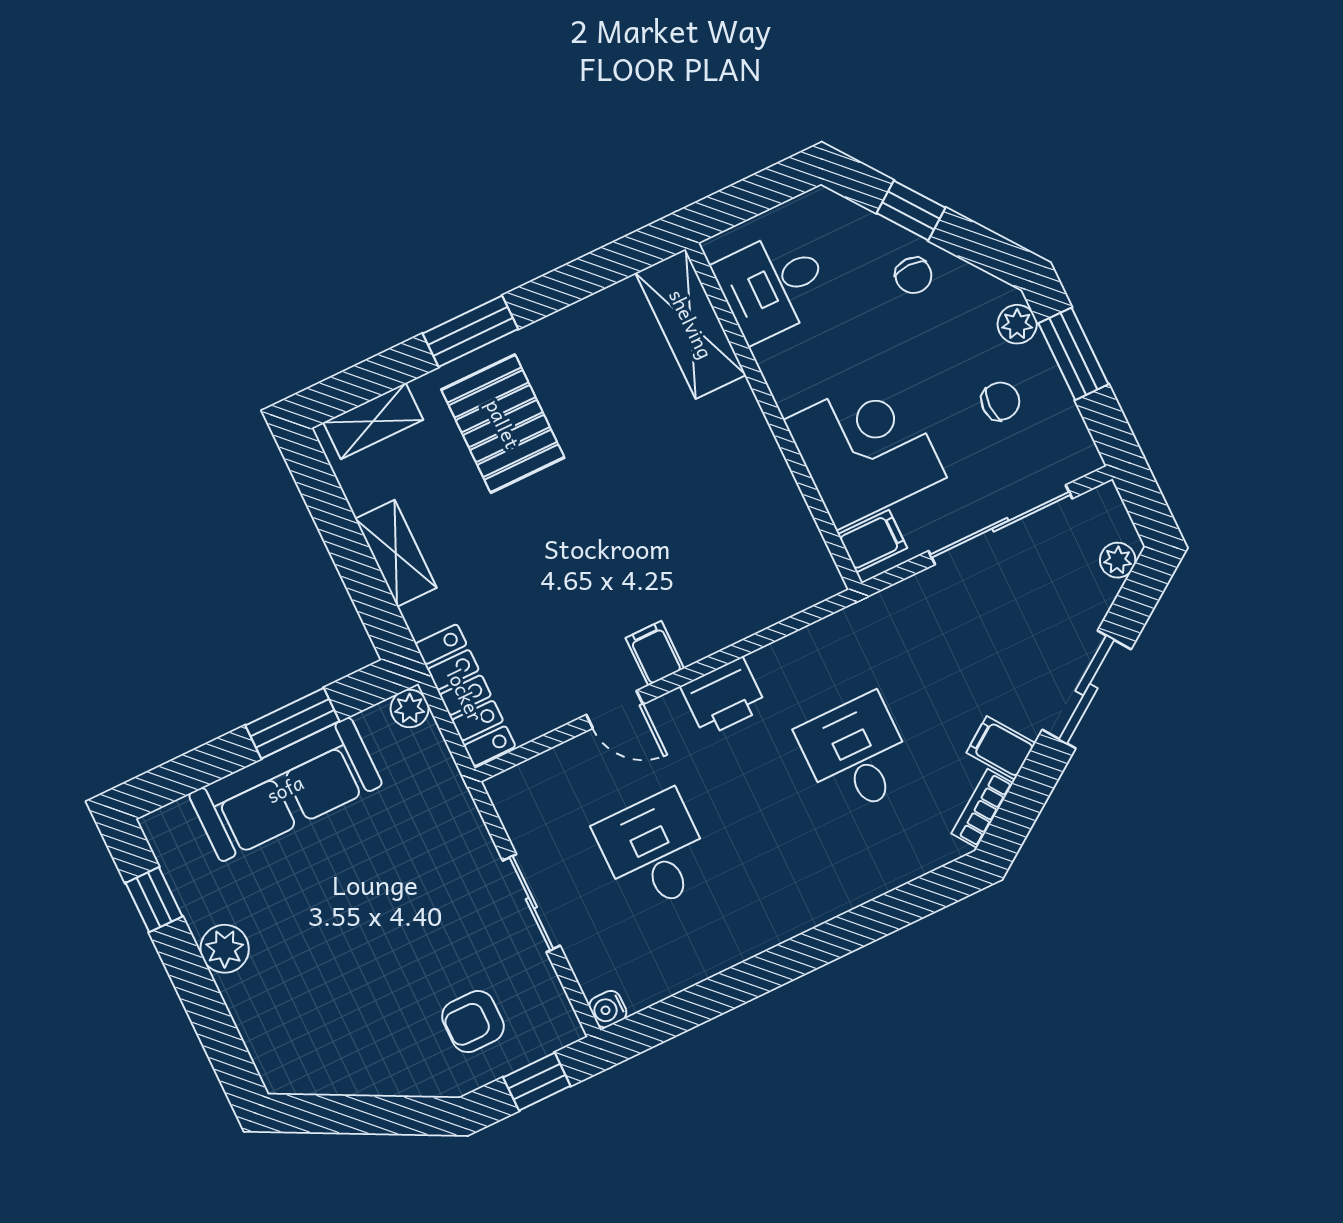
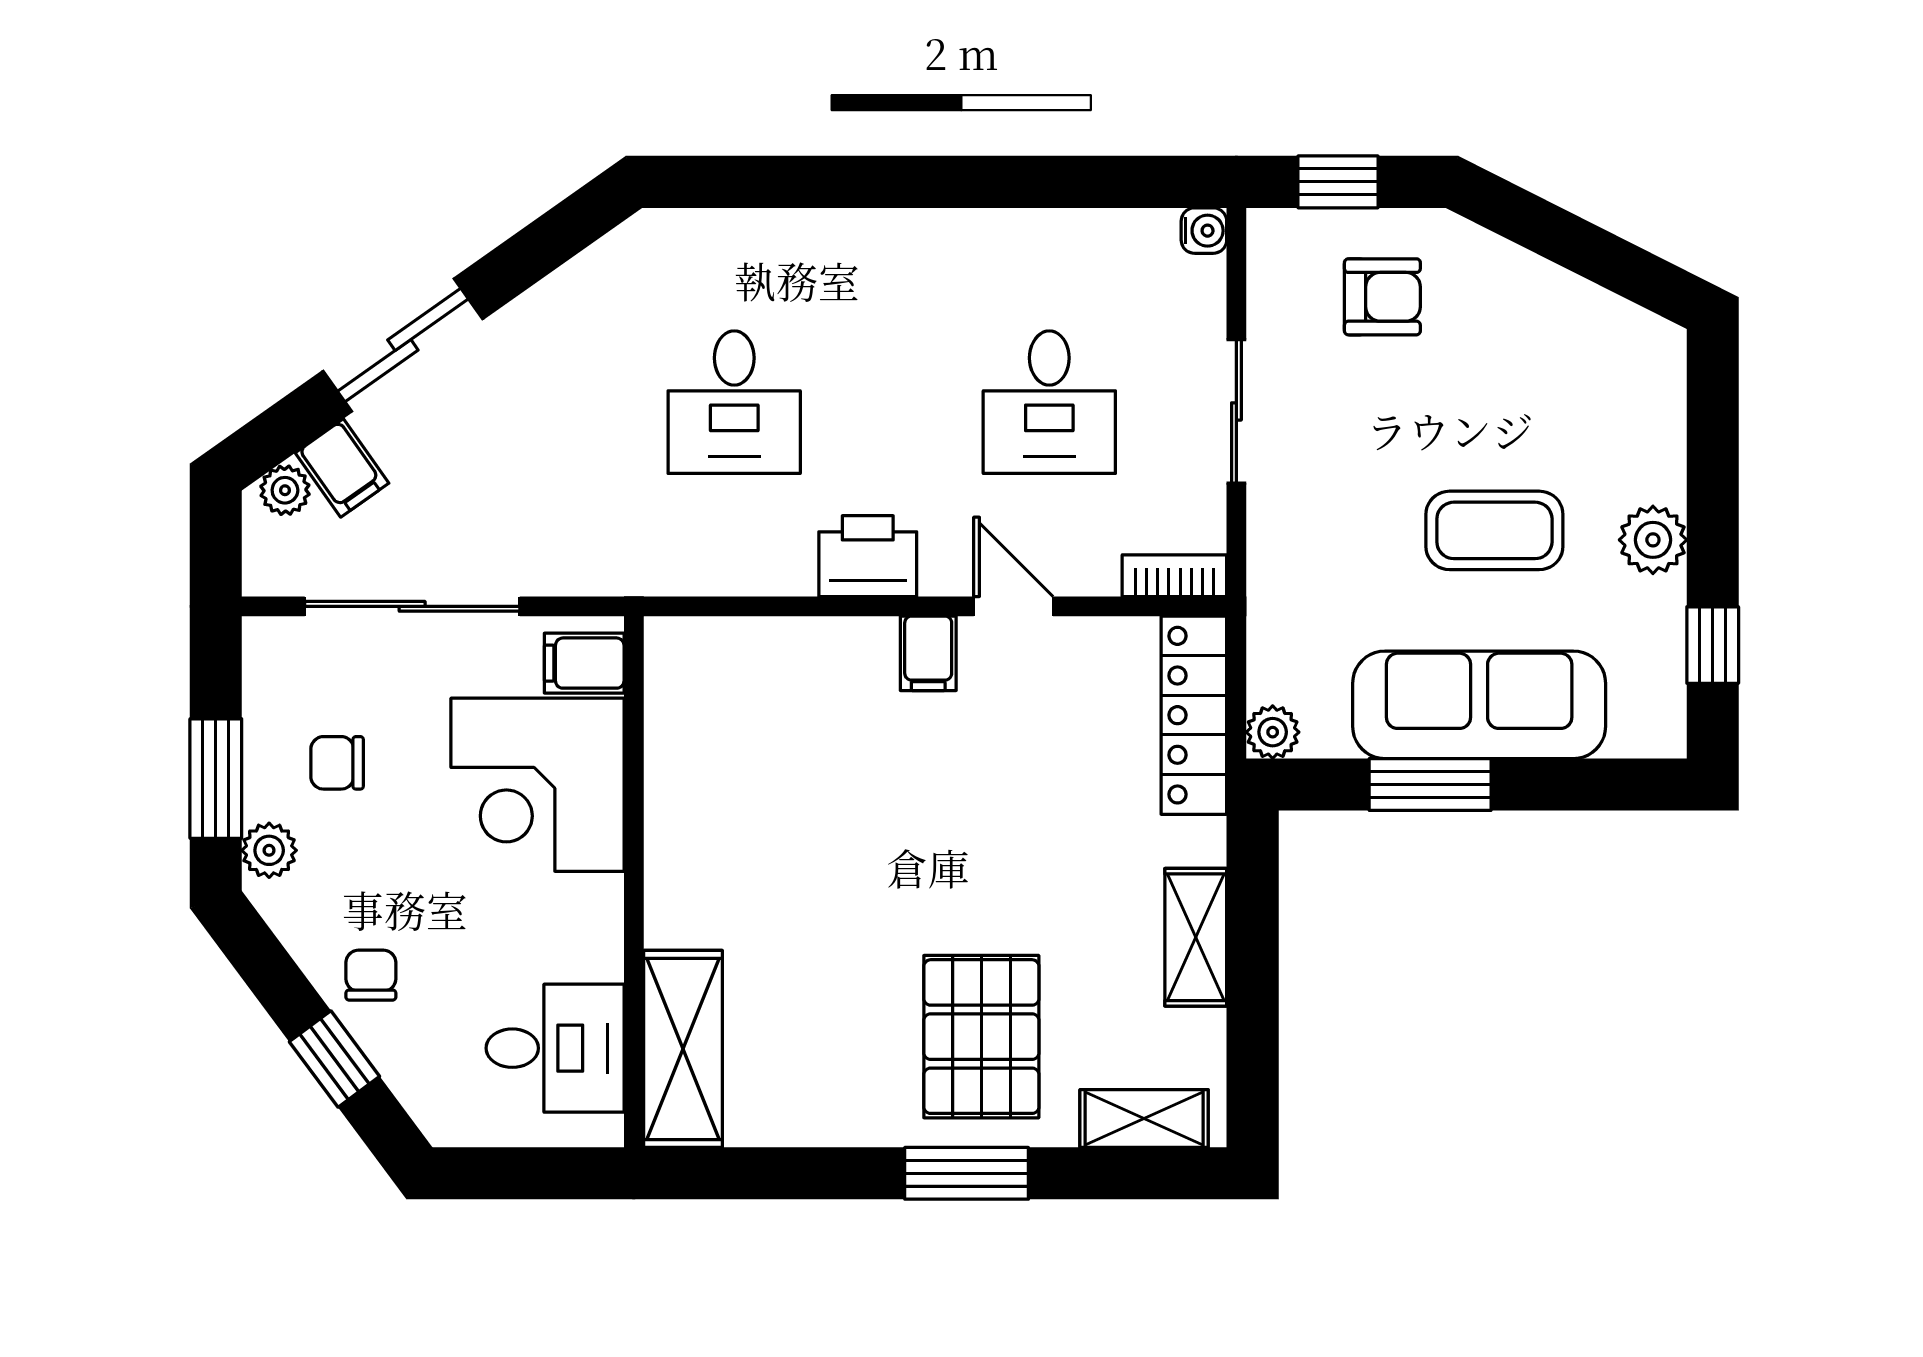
filing cabinet: (1001, 748) -> (342, 468), moved
bookcase: (982, 808) -> (1174, 576), moved, turned -145
coffee table: (329, 906) -> (1494, 530), added

